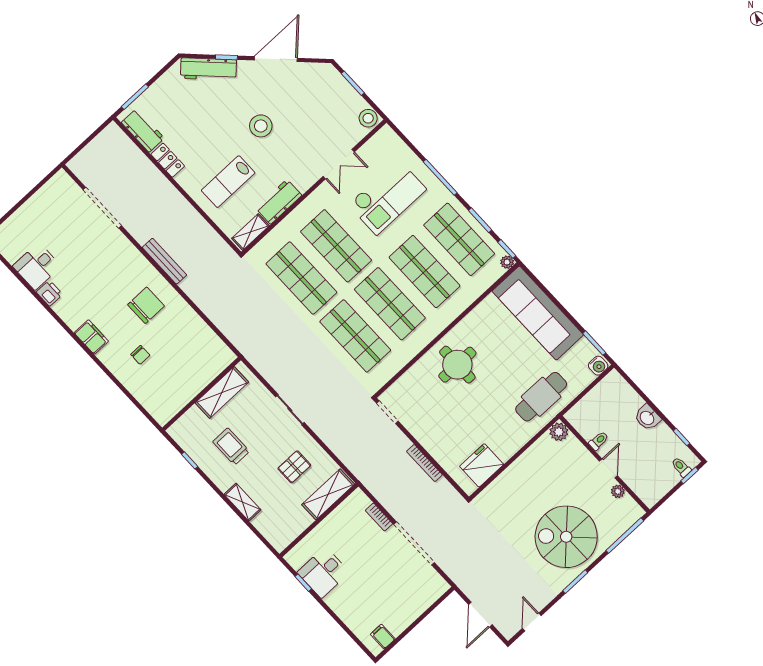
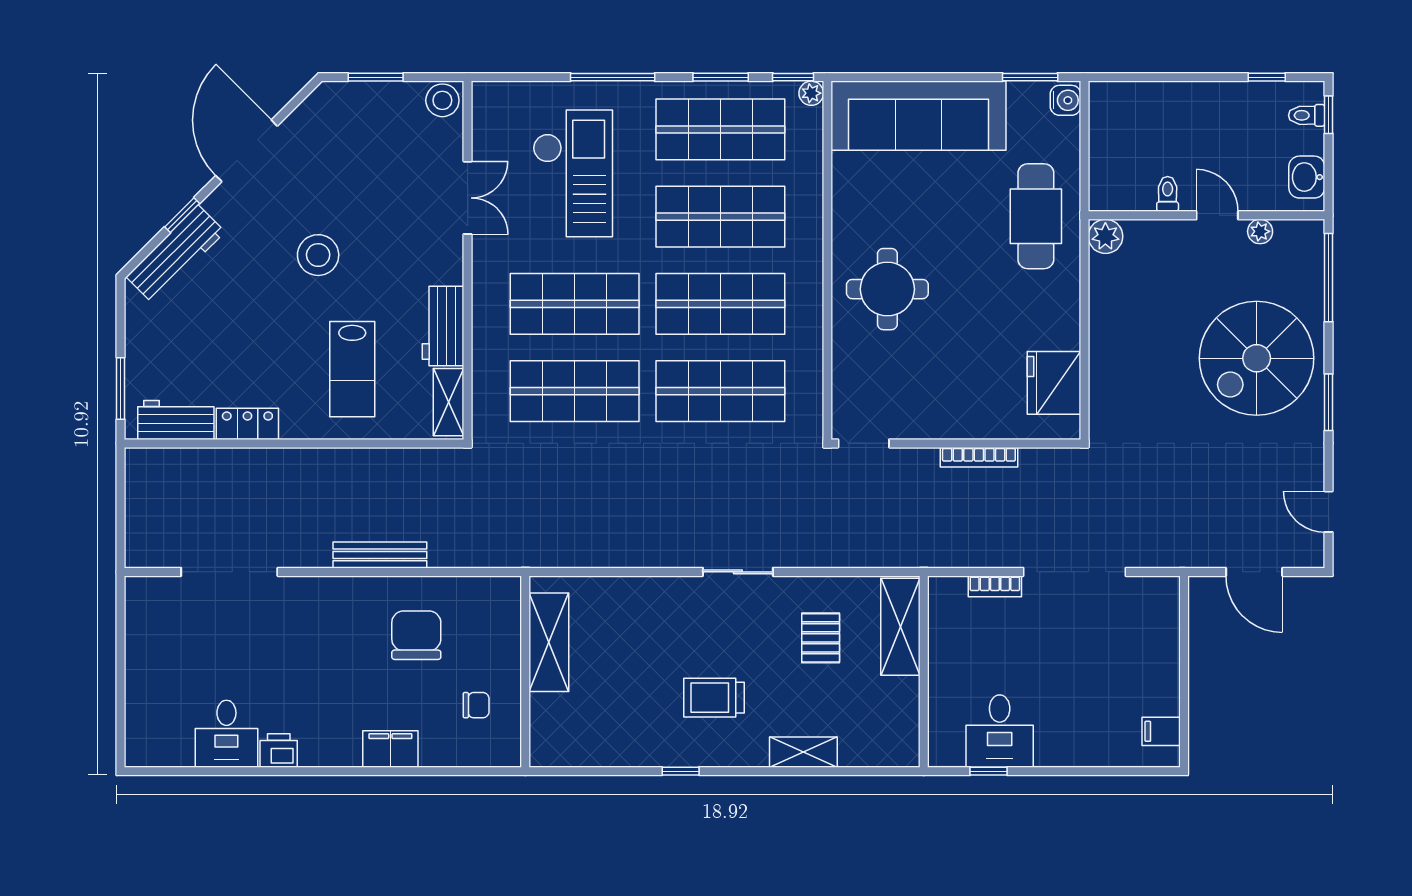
shelving: (222, 392) -> (549, 642), moved
wall: (202, 394) -> (525, 672), moved
washbasin: (647, 418) -> (1307, 177), moved, turned 90

